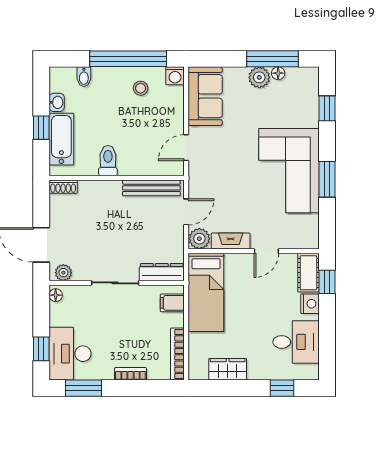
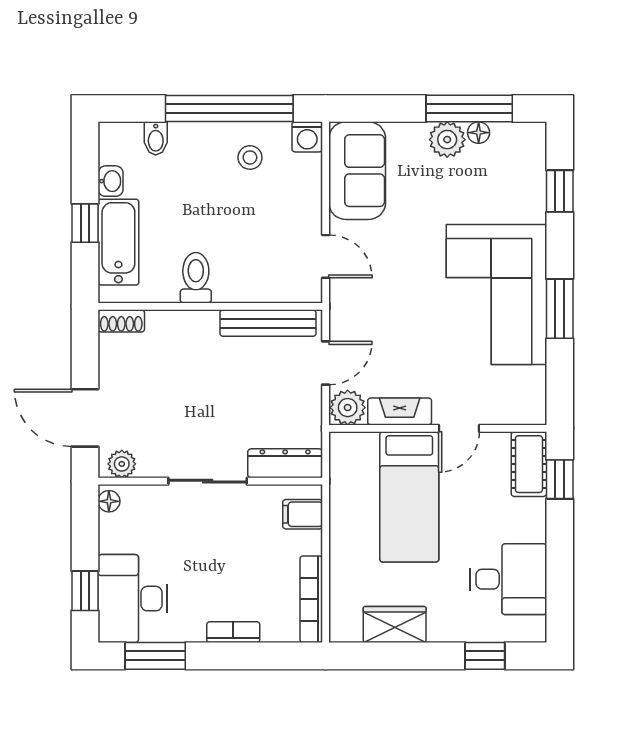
door: (186, 148) -> (326, 256), swing flipped
bed: (206, 292) -> (409, 497), moved
nightstand: (310, 304) -> (531, 516), removed

